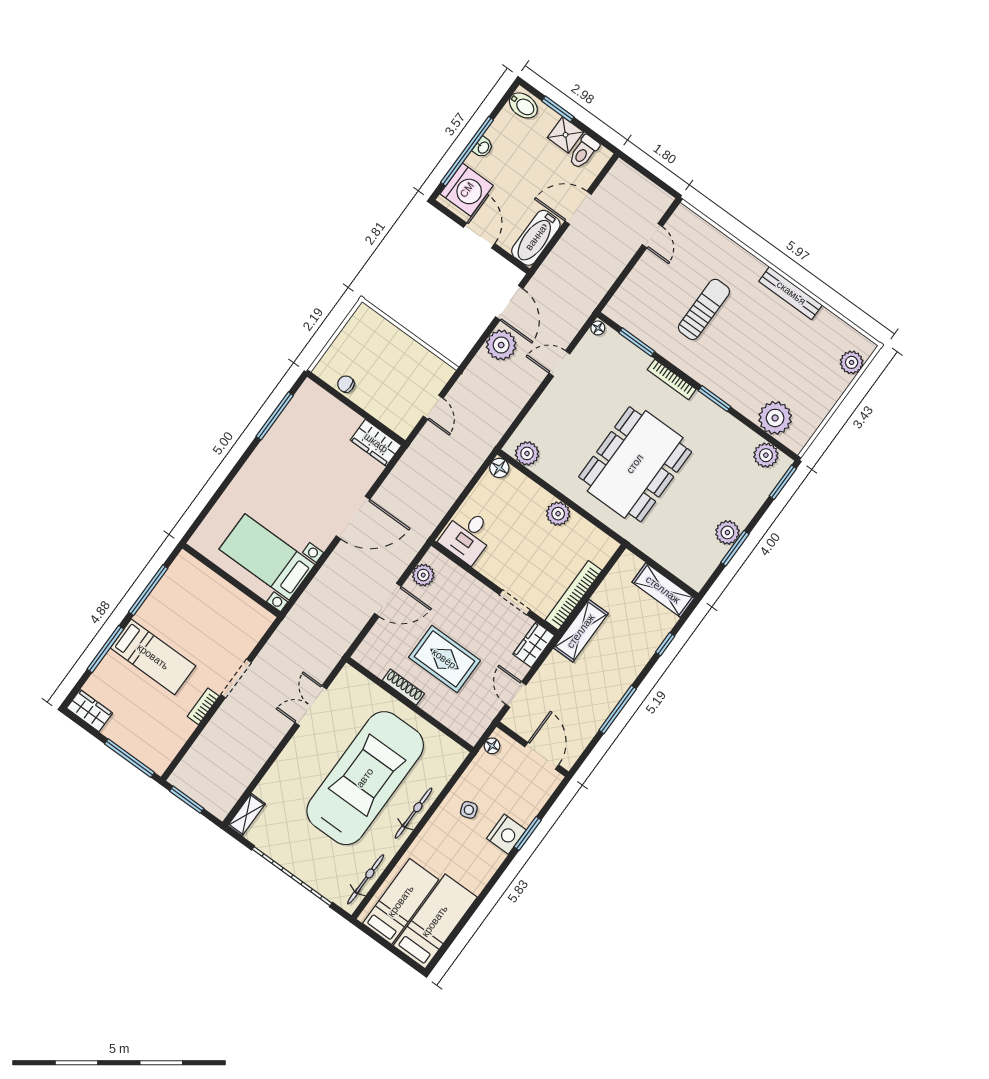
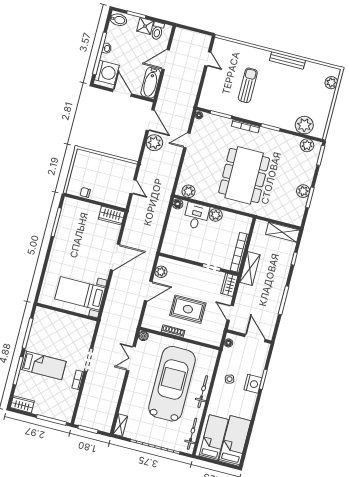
desk: (468, 536) -> (196, 216), moved, turned 180
boiler: (348, 675) -> (143, 336), added

